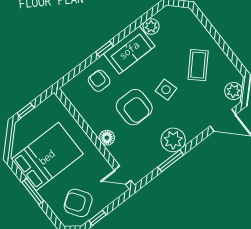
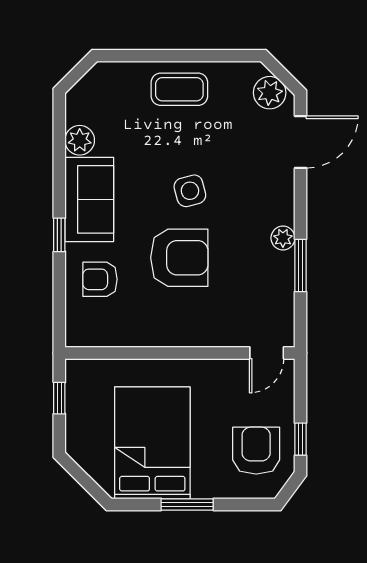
coffee table: (198, 65) -> (179, 89), moved, turned -43
window: (26, 110) -> (59, 398), moved
floor lamp: (107, 138) -> (193, 333), removed
plant: (173, 140) -> (283, 238), width x0.53, depth x0.53
armchair: (78, 203) -> (256, 451), turned 124

